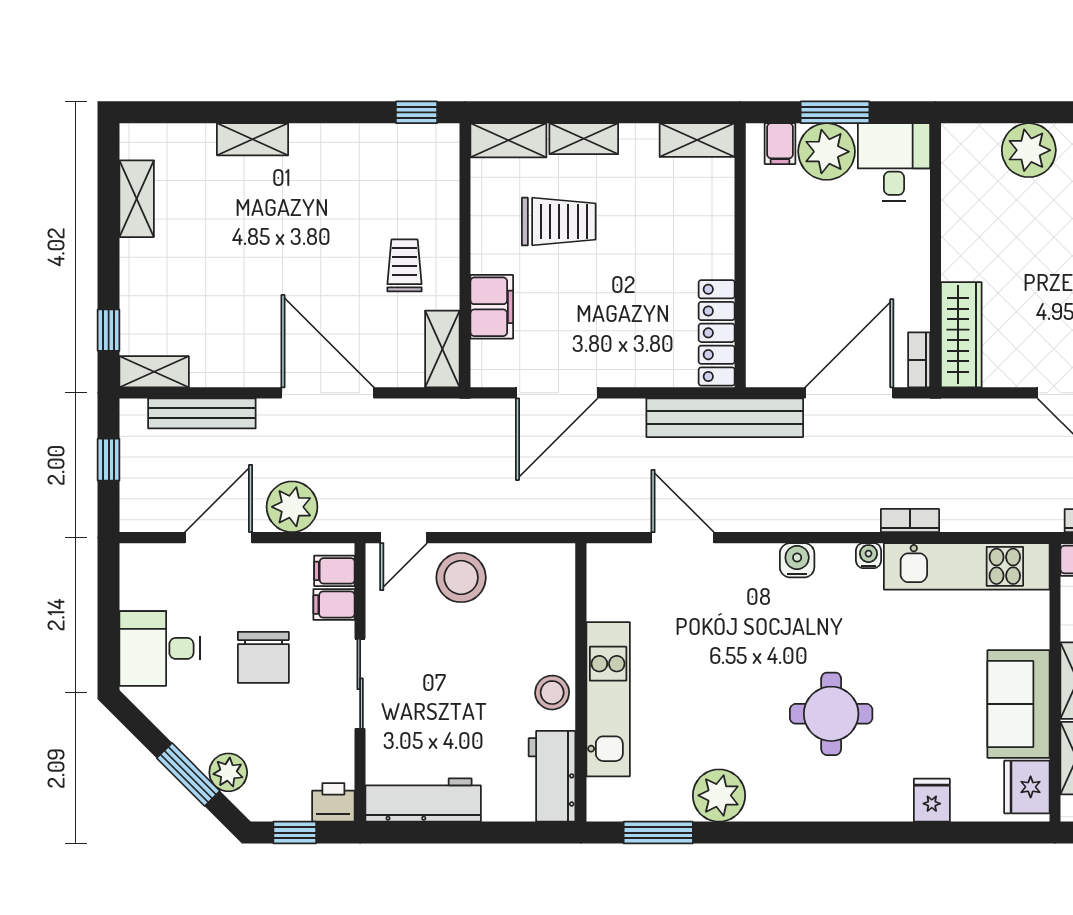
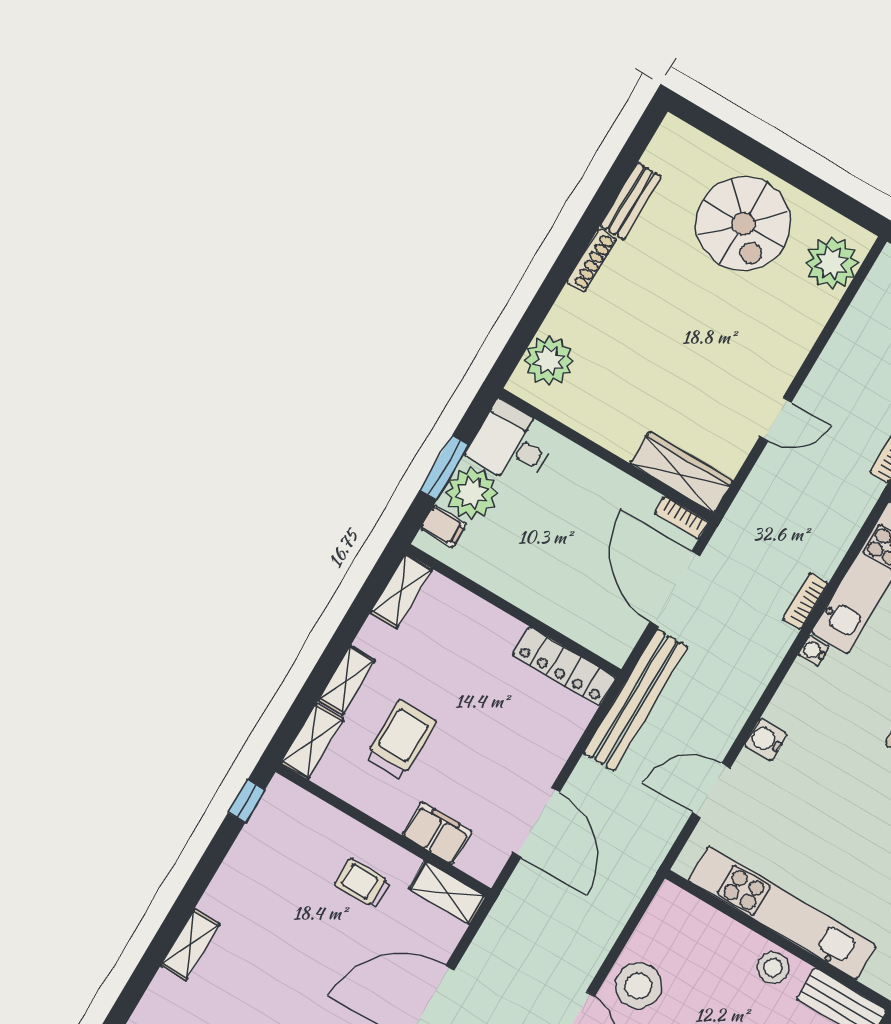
plant: (1029, 150) -> (549, 360), moved
water cooler: (797, 560) -> (766, 740), moved
kitchen unit: (608, 699) -> (782, 913), width x1.36

